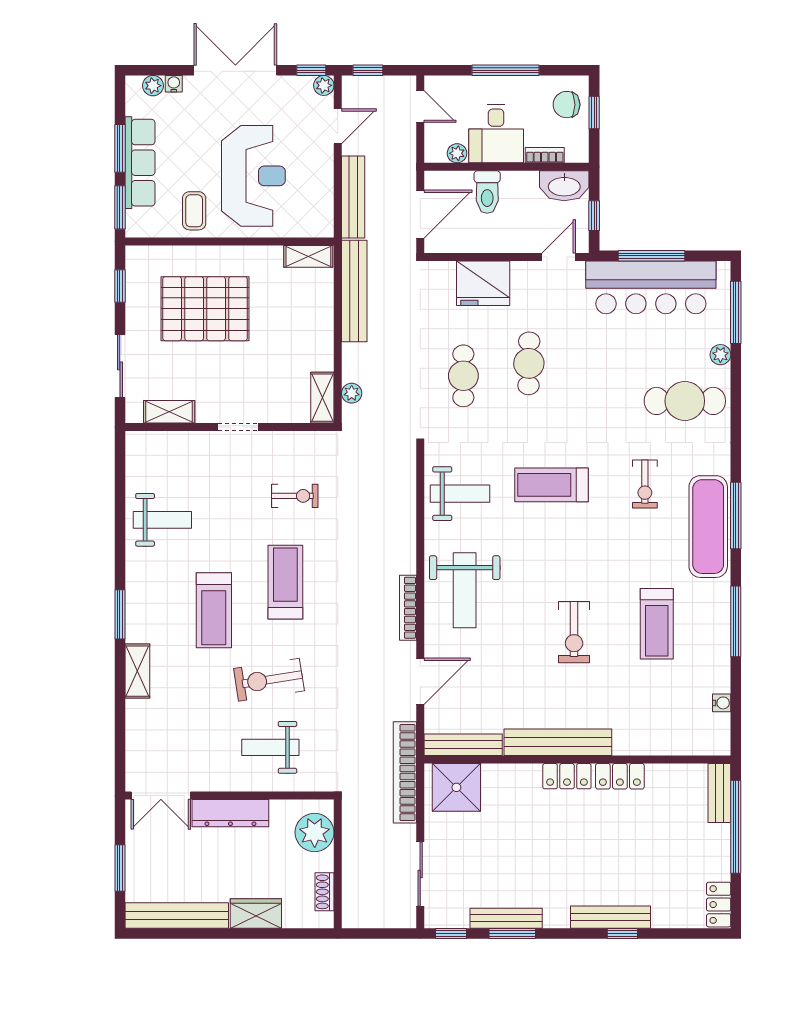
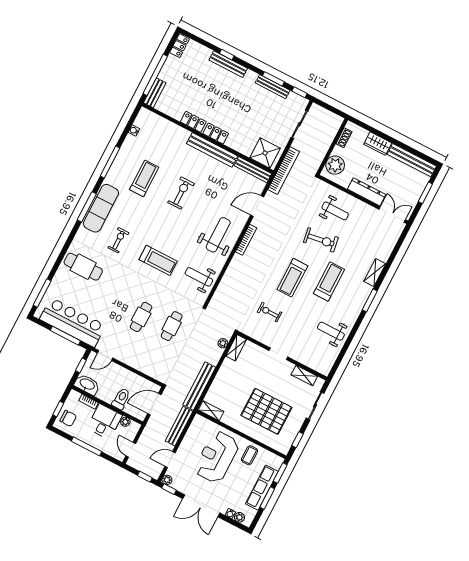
fridge: (483, 283) -> (143, 361), removed
plant: (720, 355) -> (58, 278), removed

